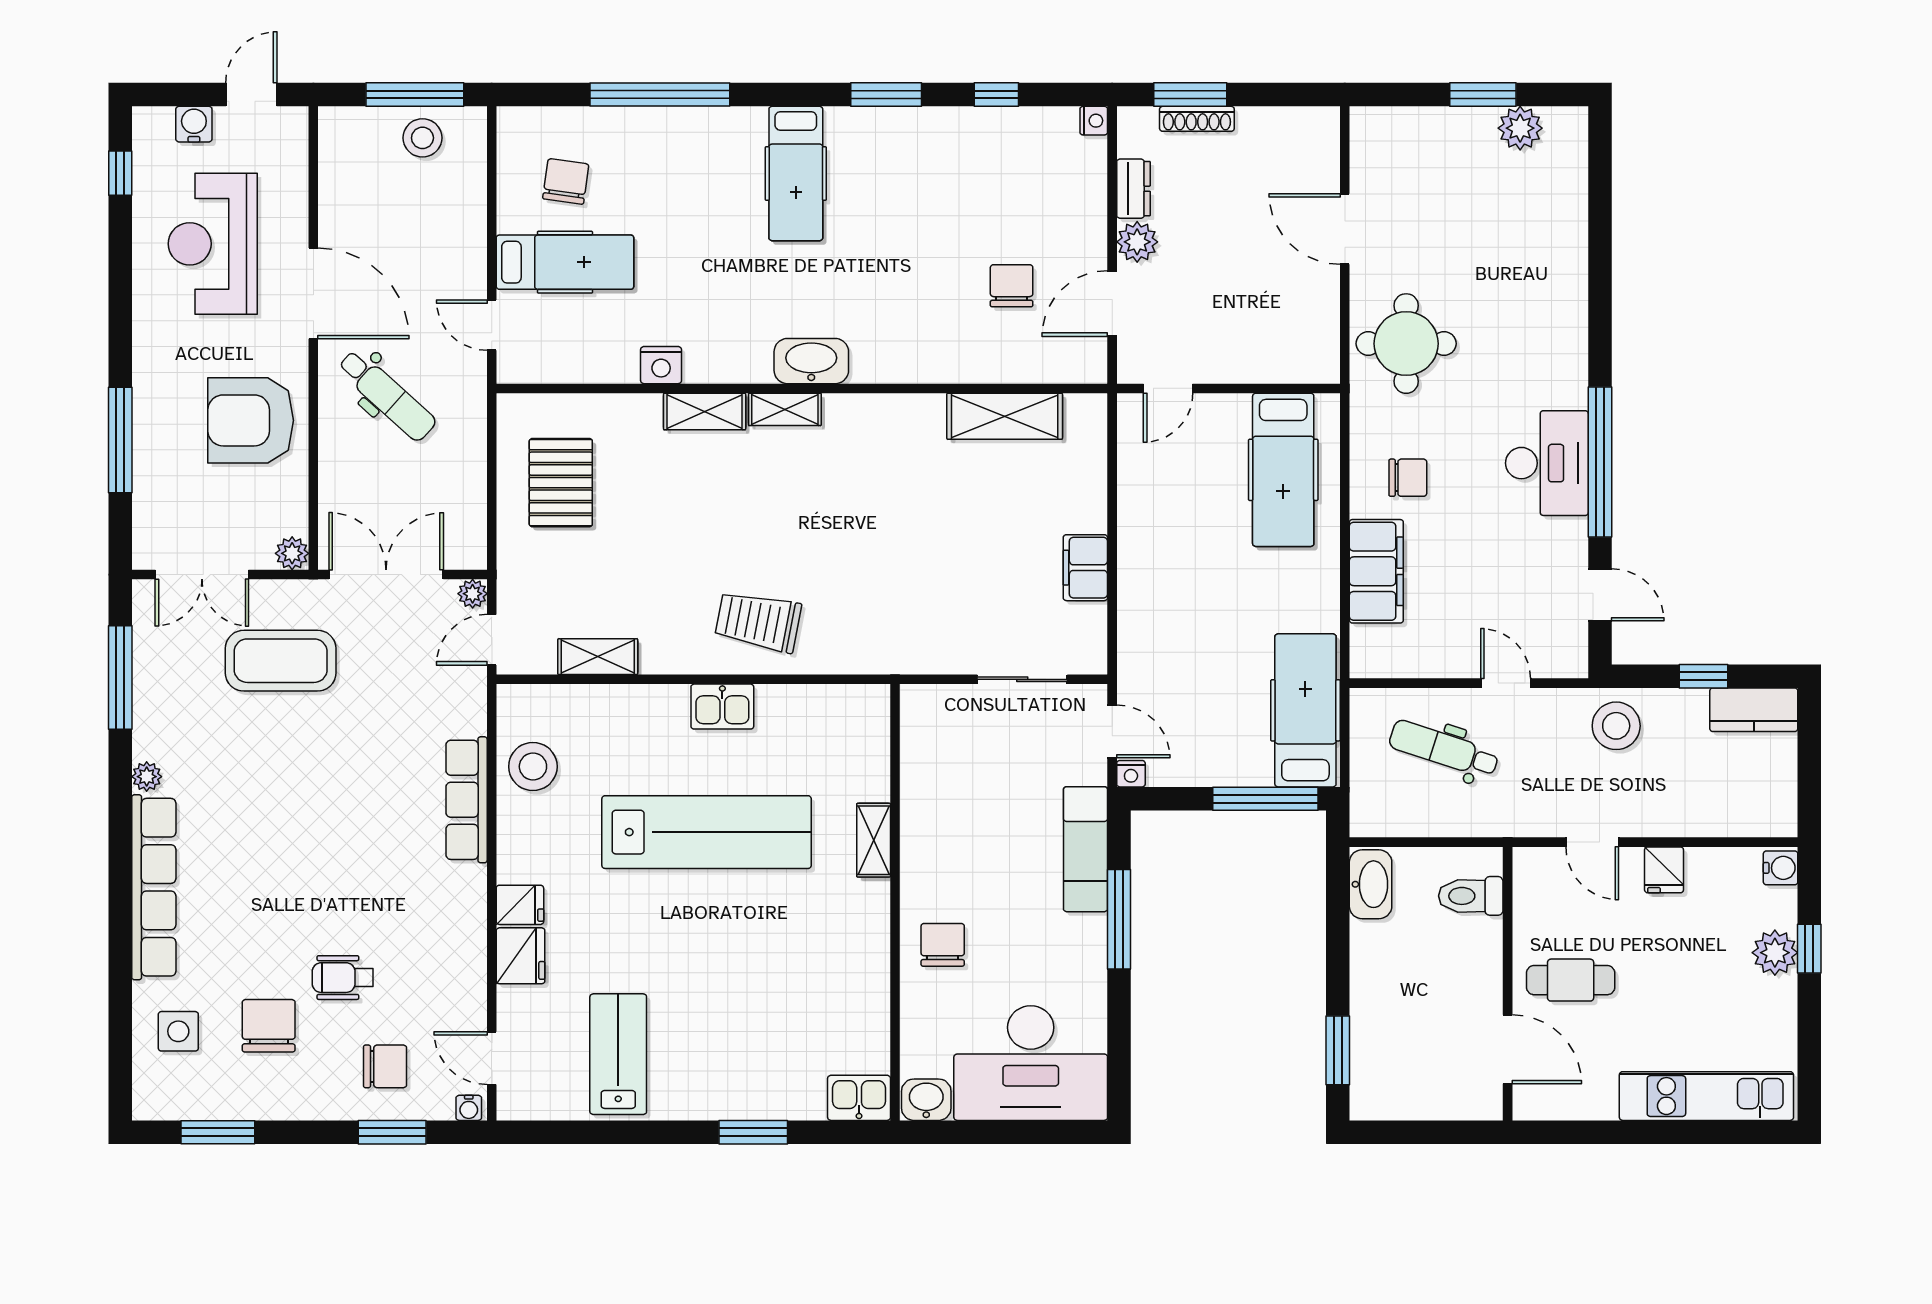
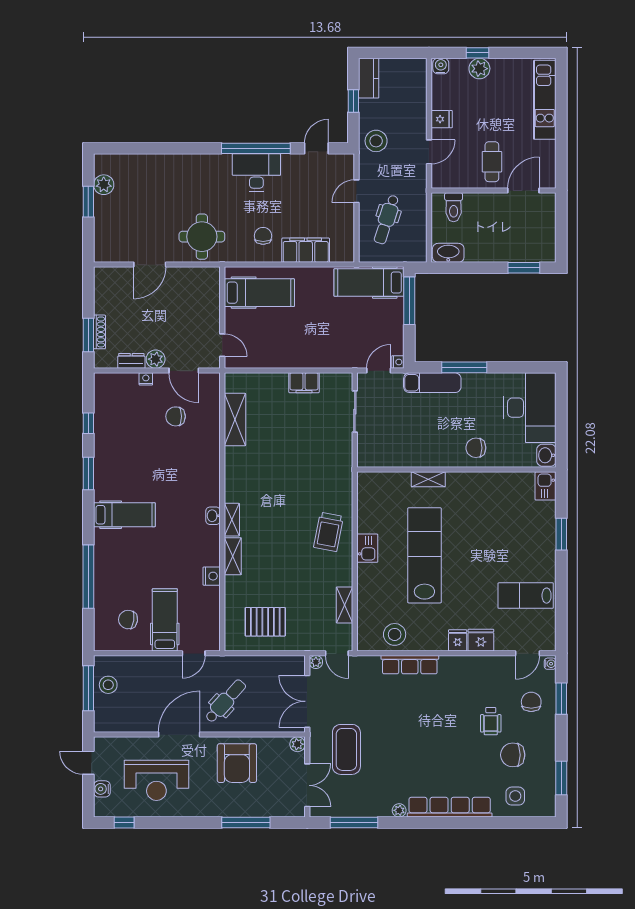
nightstand: (1094, 121) -> (146, 379), moved
washbasin: (811, 361) -> (213, 516), width x0.52, depth x0.69

